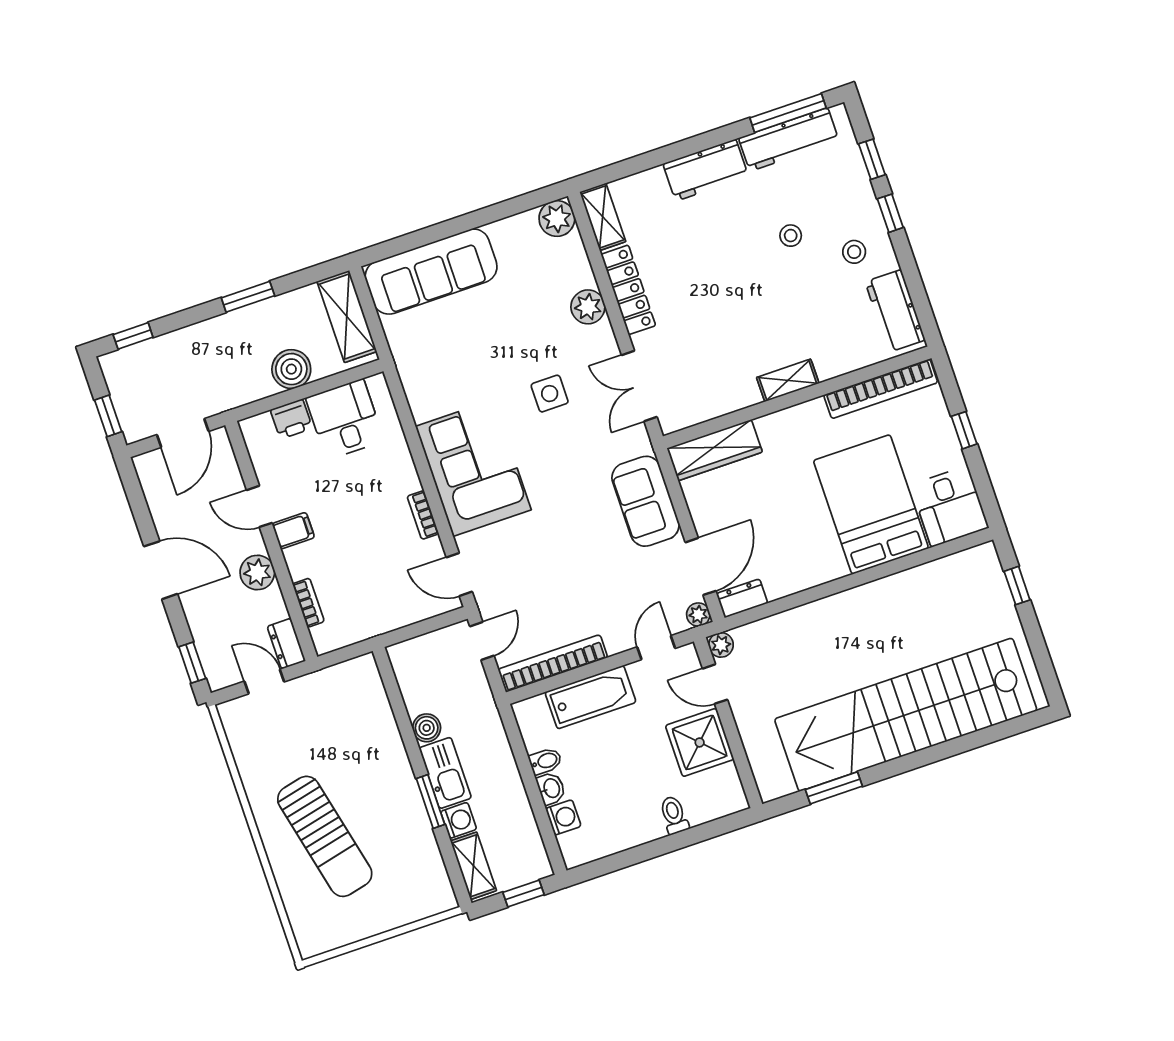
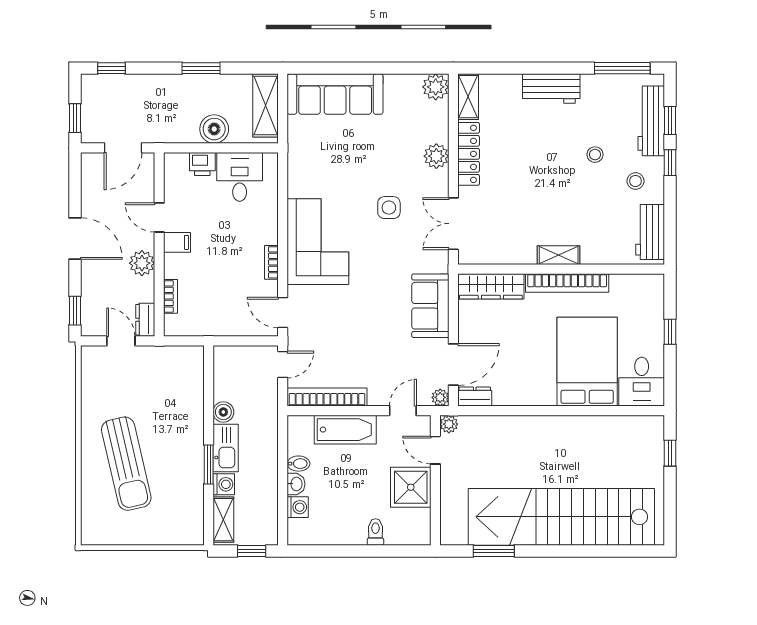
workbench: (789, 139) -> (651, 121), moved, turned 90
bookcase: (881, 389) -> (567, 283), moved

